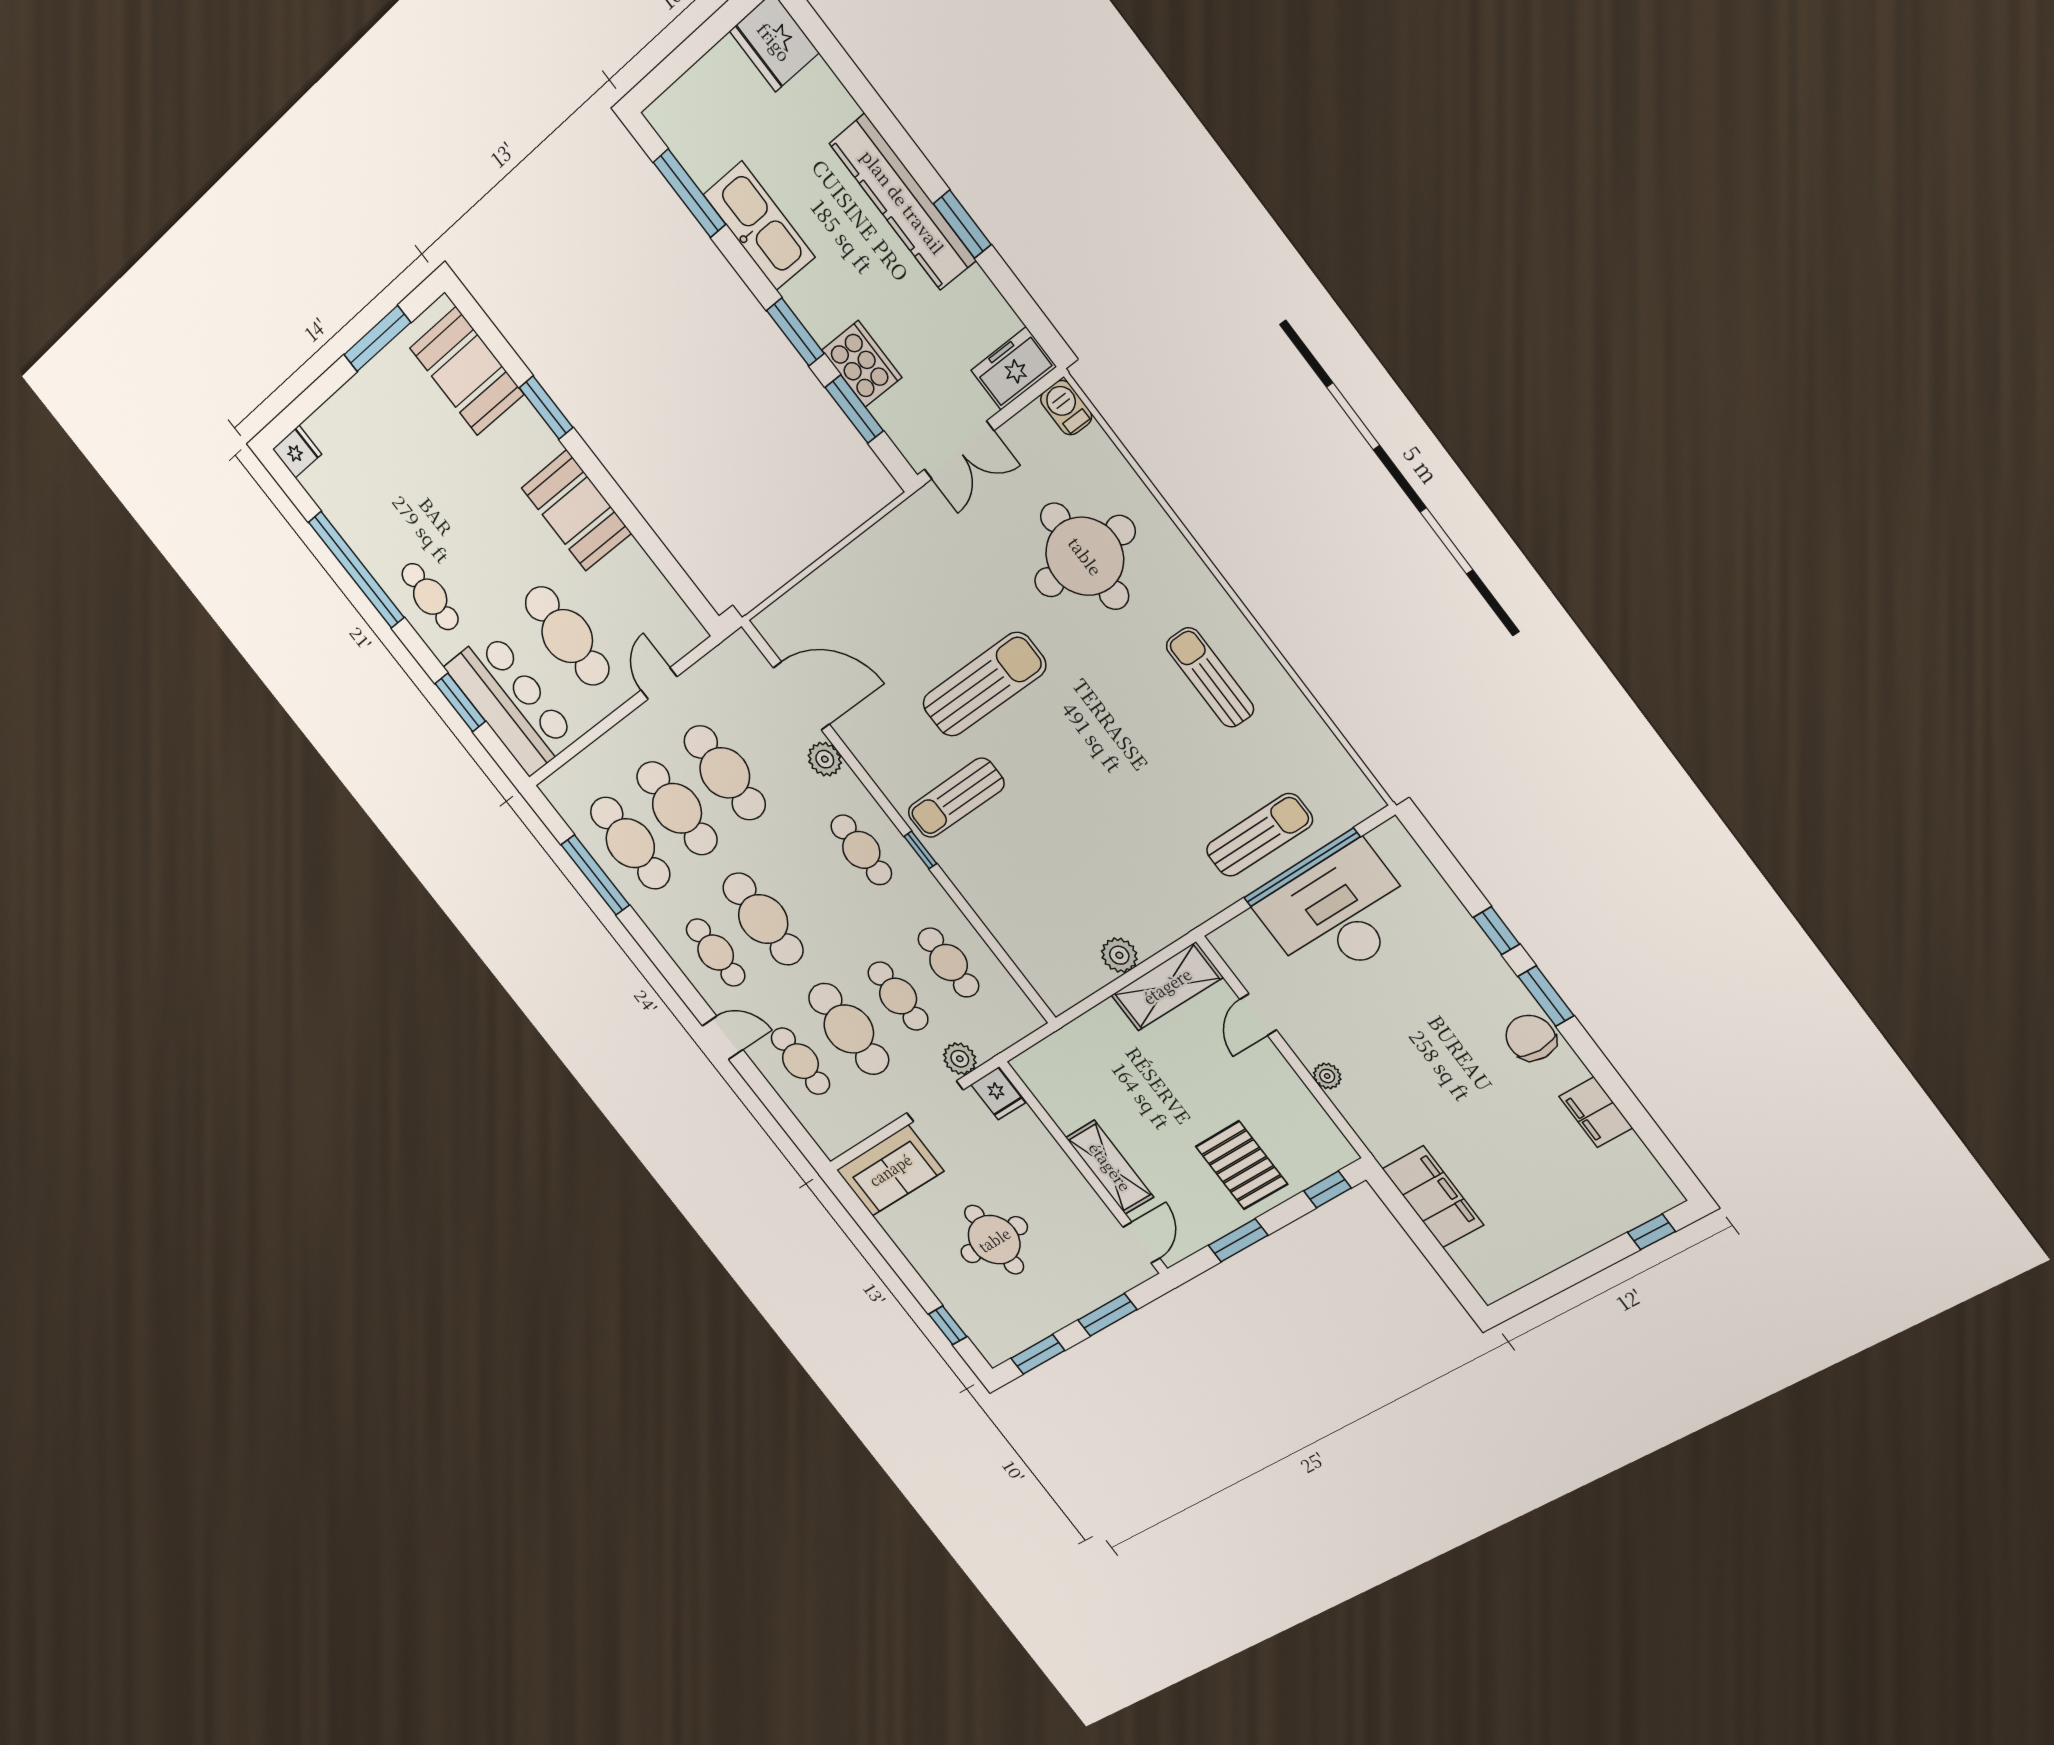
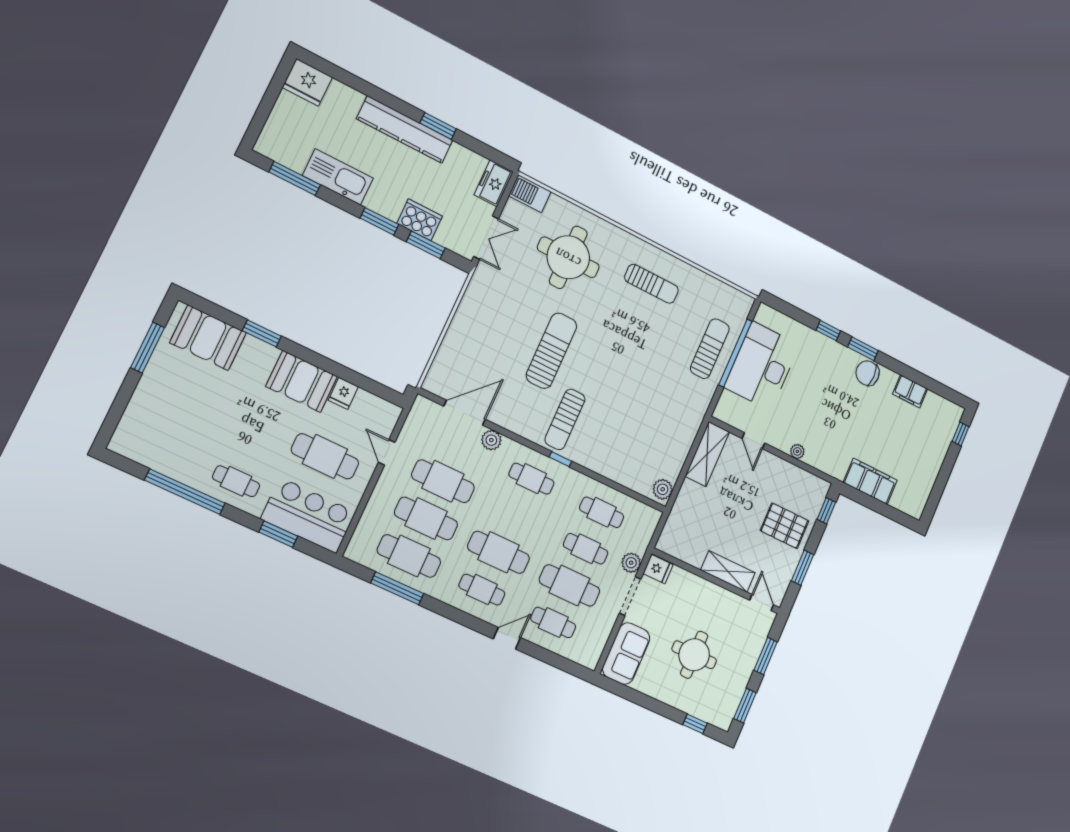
barbecue: (1066, 408) -> (530, 194), width x1.38, depth x1.27
fridge: (297, 452) -> (343, 393), moved, turned 180
sun lounger: (1210, 677) -> (652, 284), turned 180
plant: (1119, 955) -> (663, 489), moved

